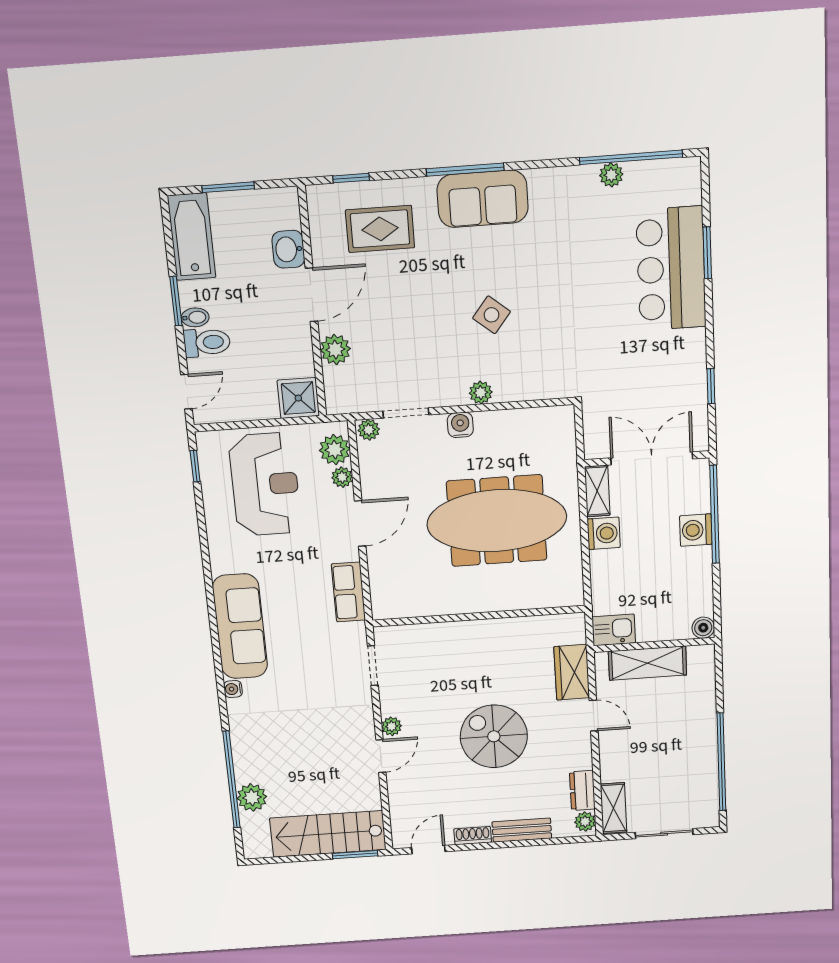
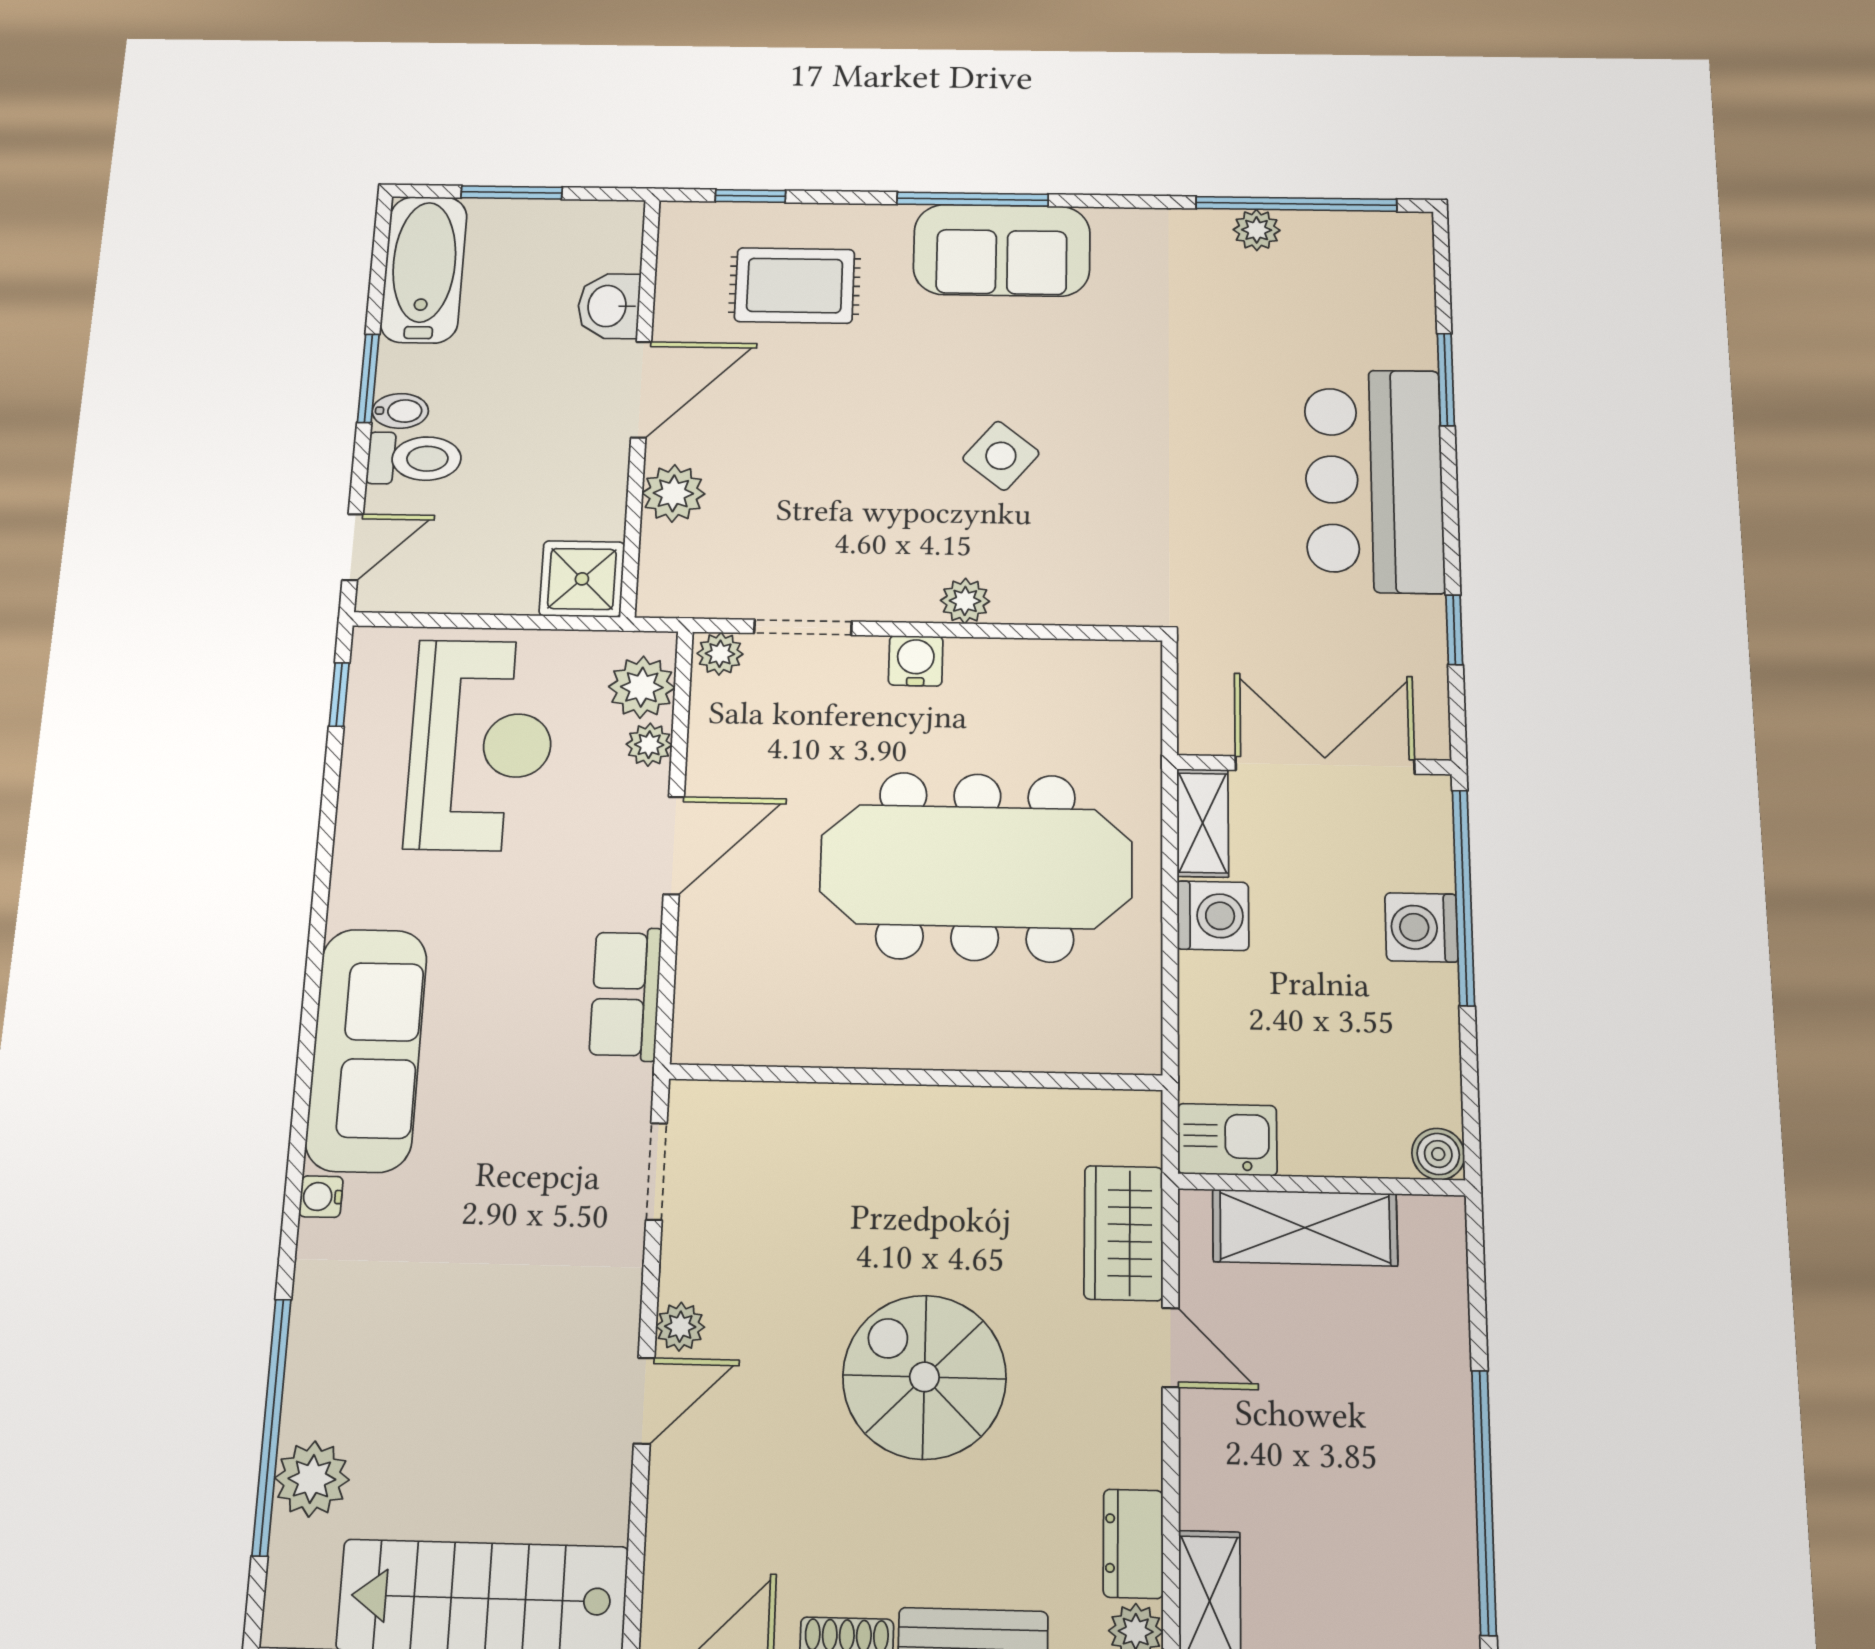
bar counter: (671, 269) -> (1374, 480), moved

